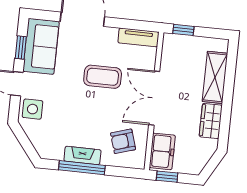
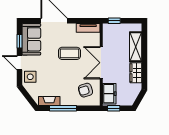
fireplace: (82, 155) -> (49, 101), moved

